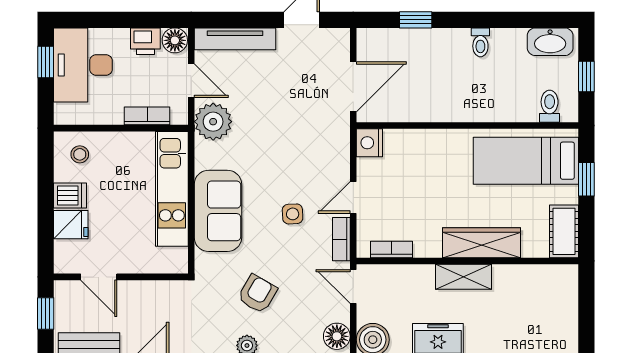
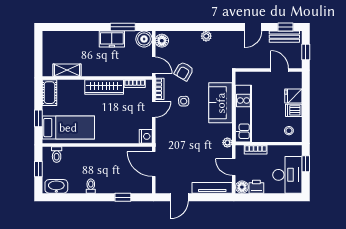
window: (46, 62) -> (306, 164), moved
door: (353, 87) -> (154, 164), hinge flipped
plant: (213, 122) -> (227, 143), width x0.53, depth x0.53
wardrobe: (482, 243) -> (104, 87), moved
shelving: (464, 277) -> (67, 70), moved
armchair: (257, 294) -> (184, 71), moved

